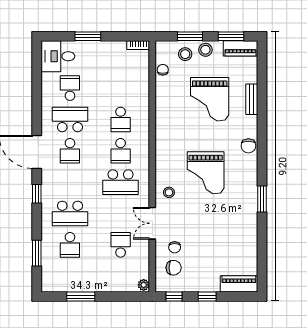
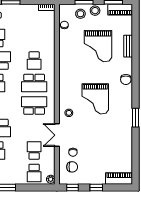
school desk: (121, 151) -> (34, 83), width x1.85
school desk: (121, 182) -> (34, 106), turned 180
school desk: (121, 276) -> (34, 173), added

